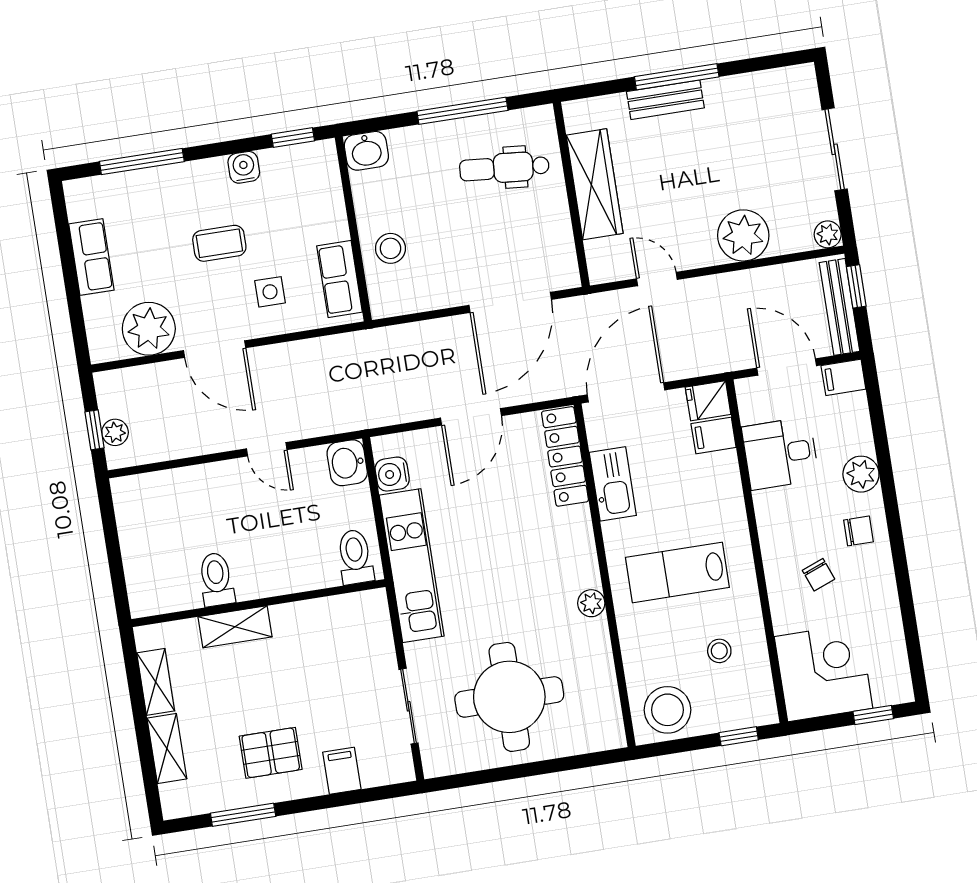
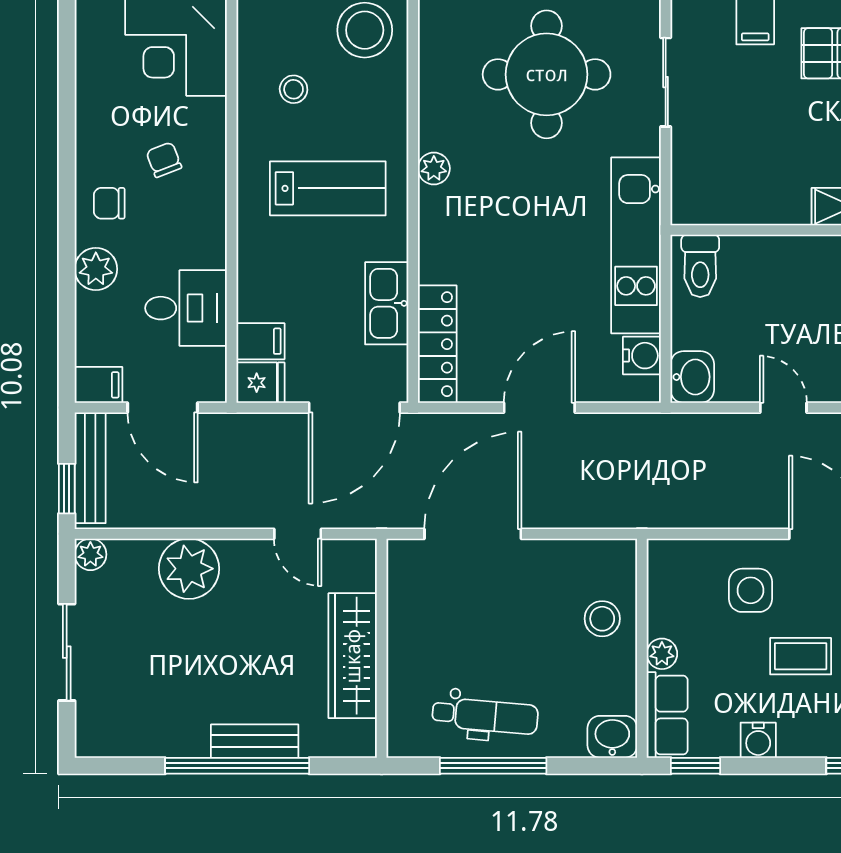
window: (677, 77) -> (237, 766), width x1.46
dental chair: (504, 168) -> (485, 716), moved
plant: (336, 227) -> (662, 654), added
row of seats: (340, 279) -> (667, 715), moved
side table: (270, 292) -> (751, 590), width x1.37, depth x1.37

